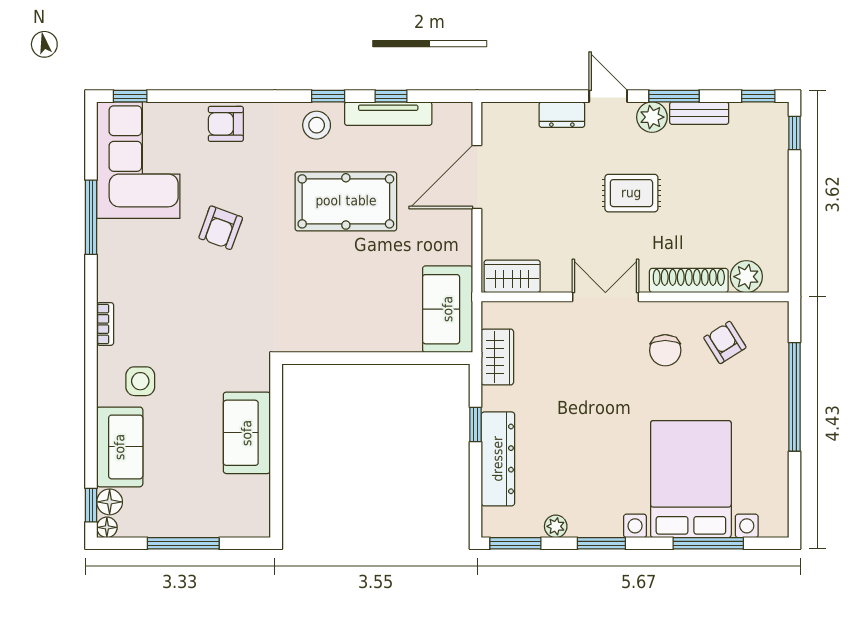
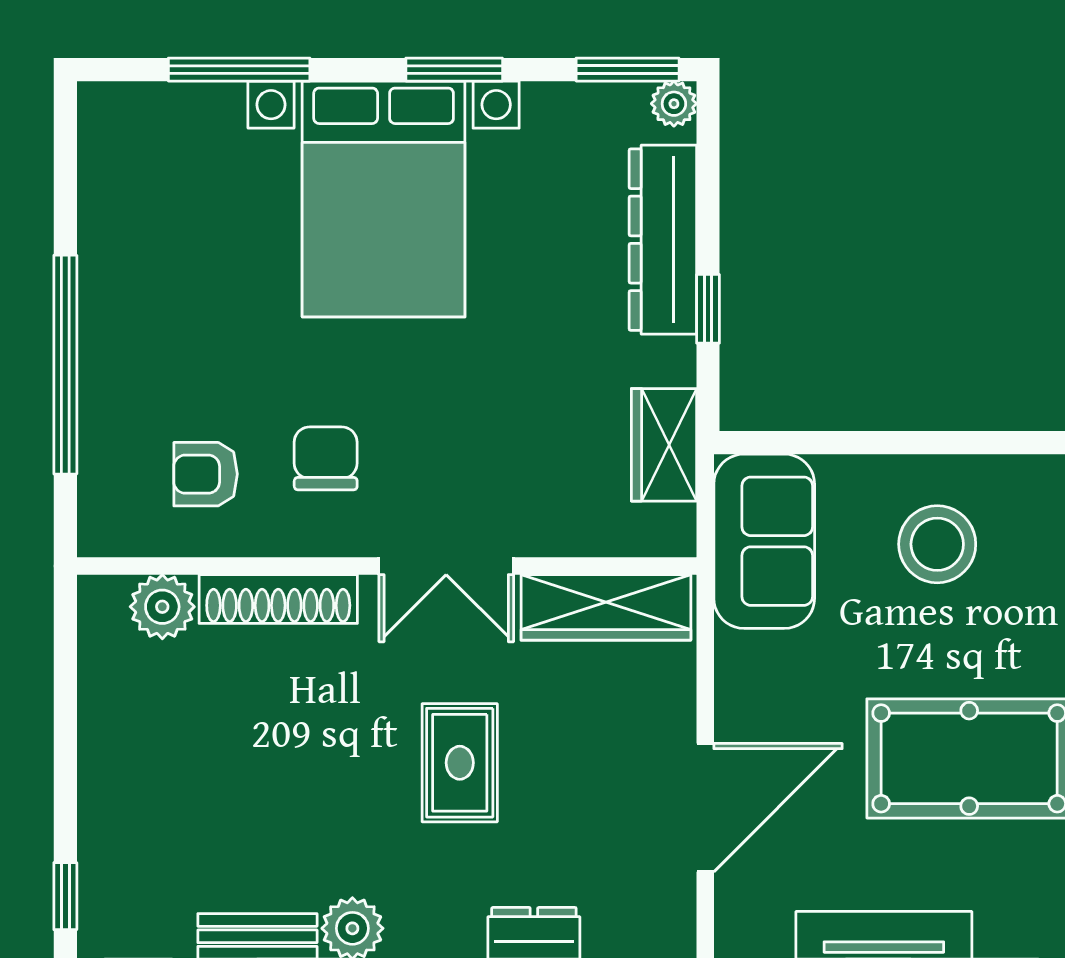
stool: (317, 125) -> (937, 544), moved, width x1.38, depth x1.38
rug: (631, 193) -> (460, 763), moved, turned 90
wardrobe: (512, 276) -> (606, 607), width x1.50
armchair: (725, 342) -> (206, 474), turned 122
bed with nightstands: (691, 479) -> (384, 199), moved
plant: (556, 526) -> (674, 104), moved

